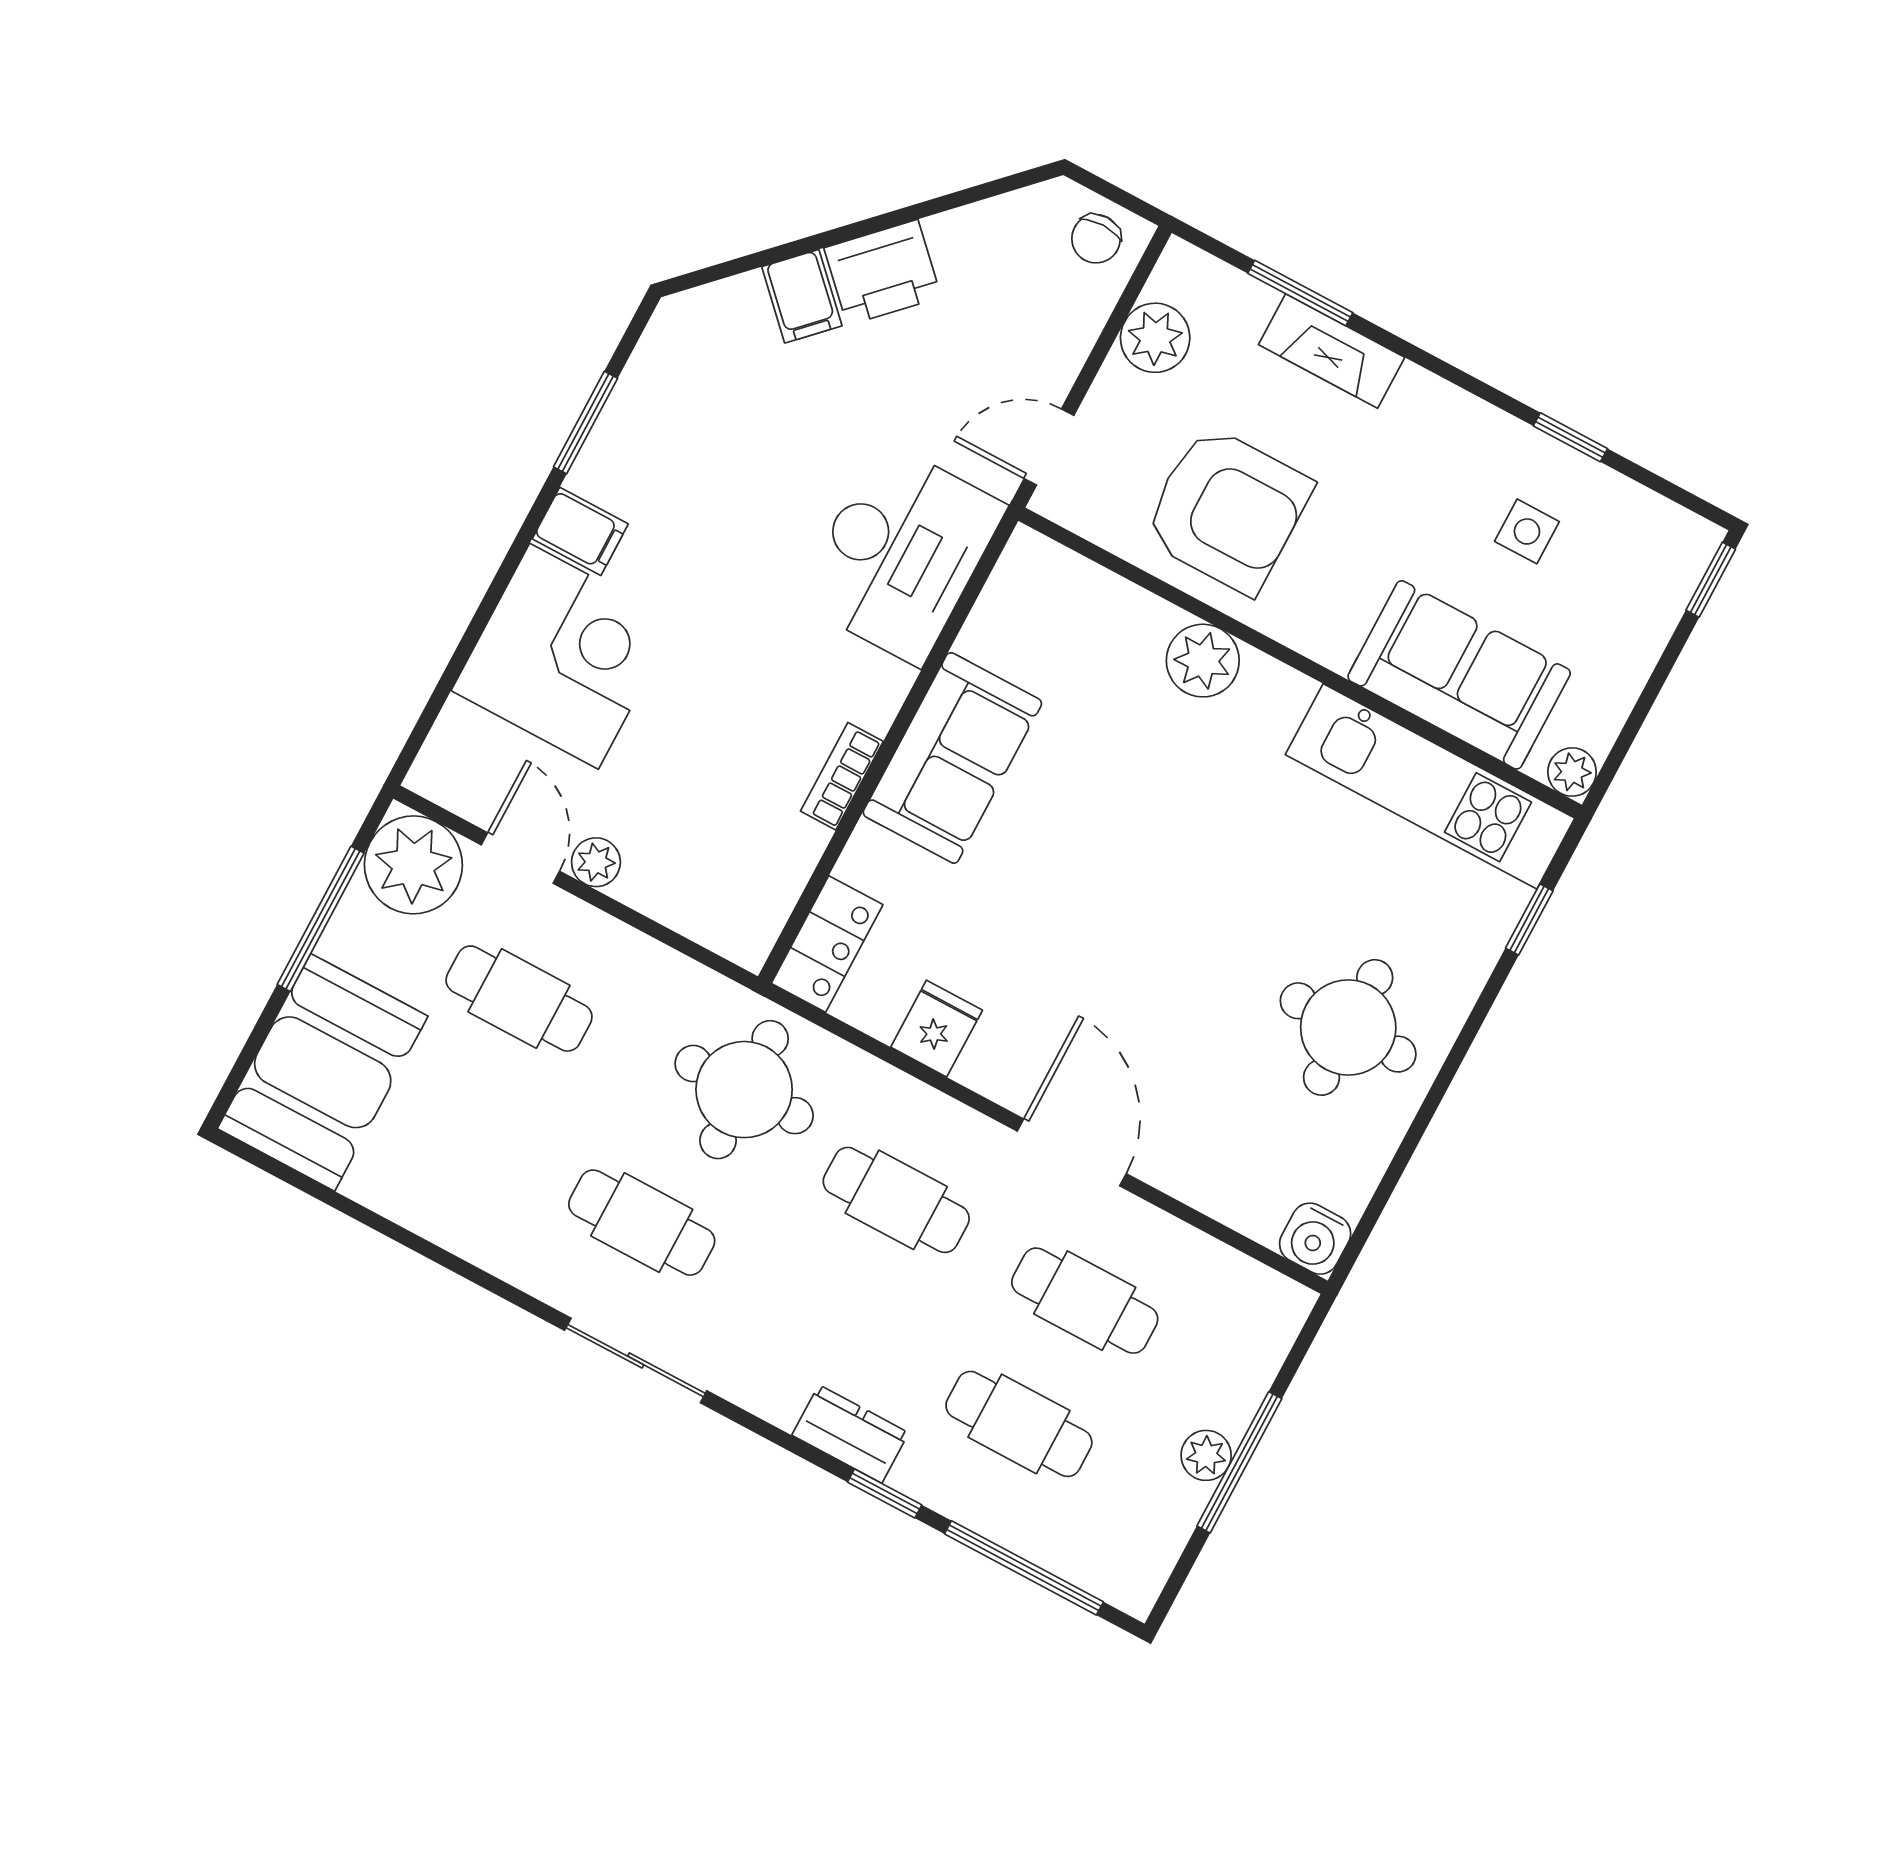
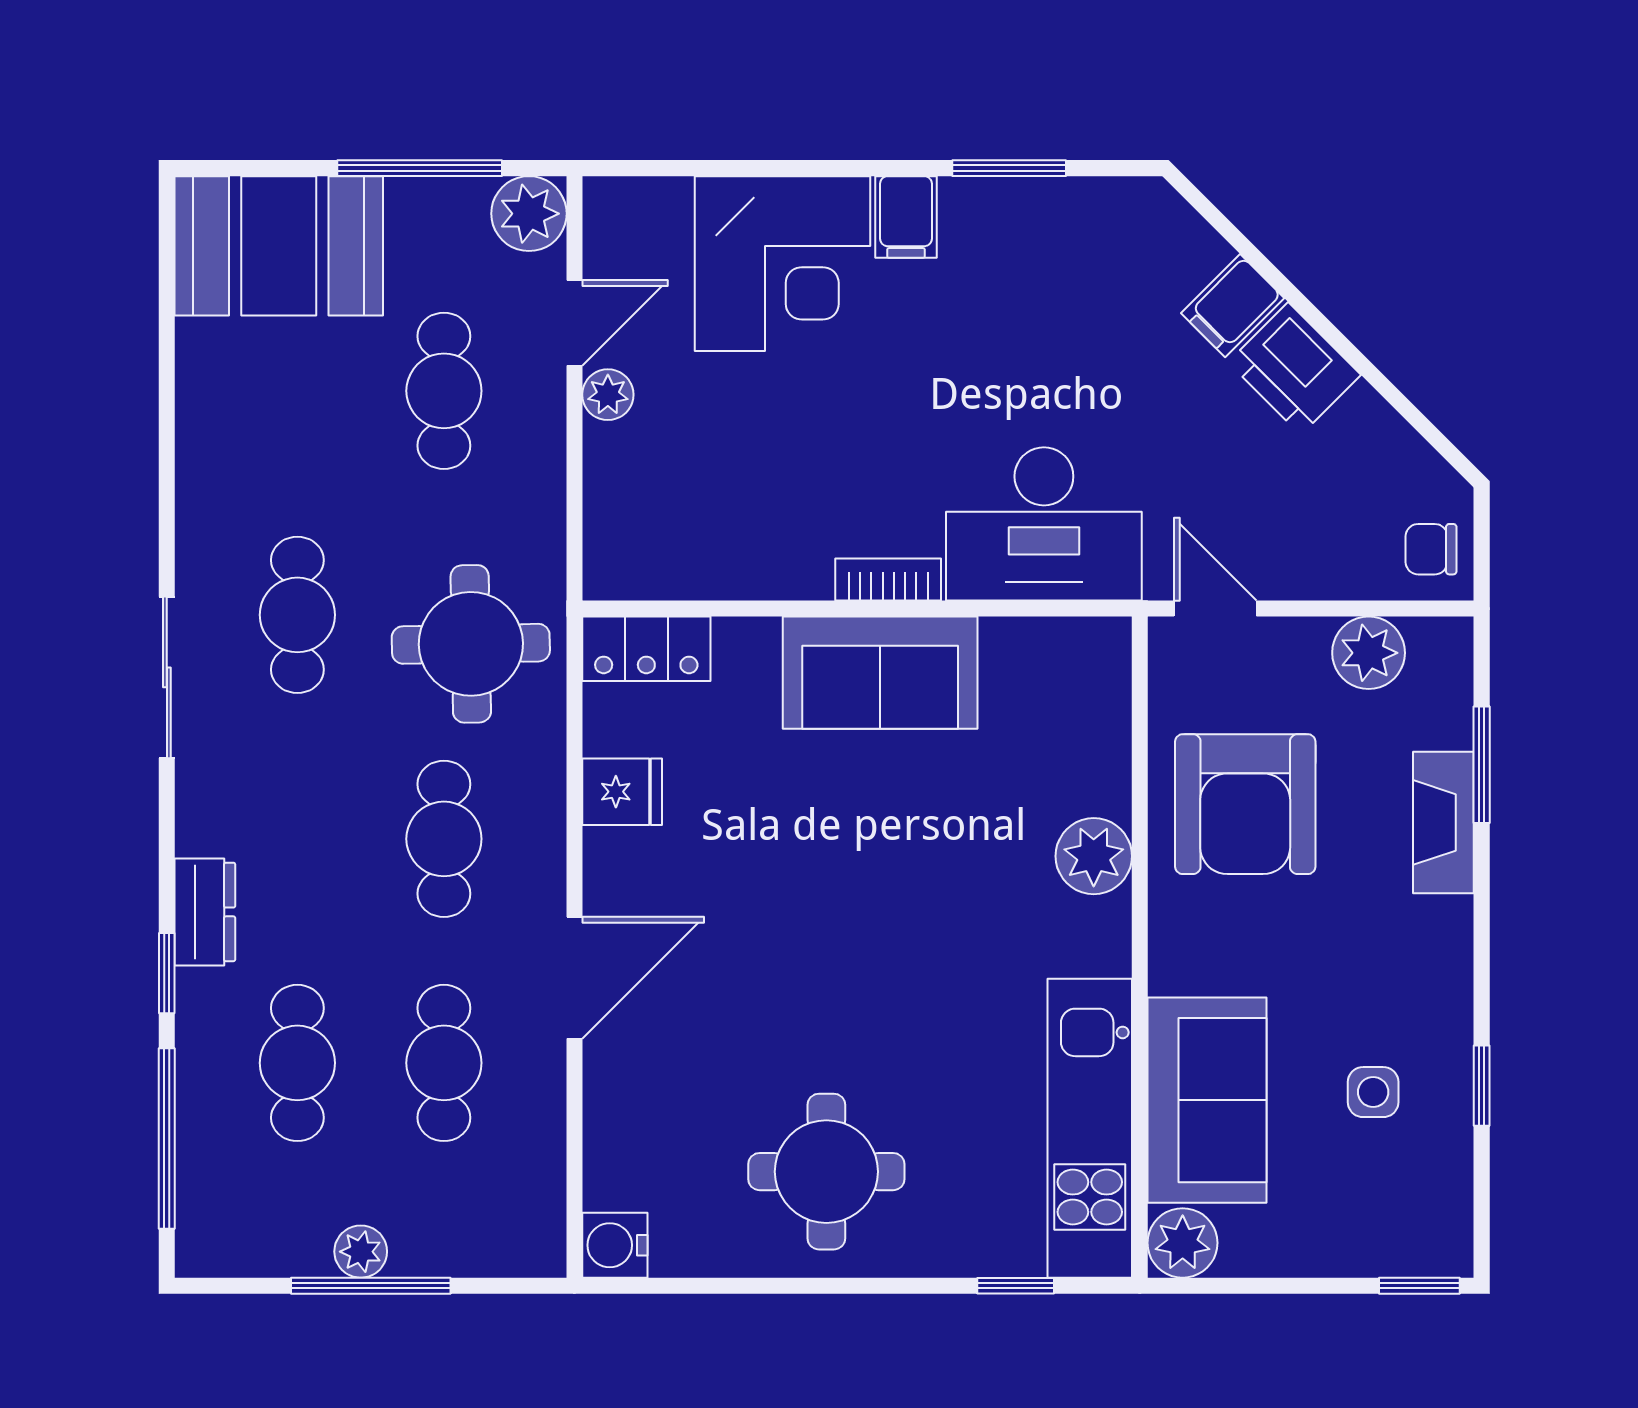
plant: (1572, 772) -> (1183, 1243), width x1.38, depth x1.38
bookcase: (842, 776) -> (888, 580), moved
plant: (413, 865) -> (529, 214), width x0.73, depth x0.73

